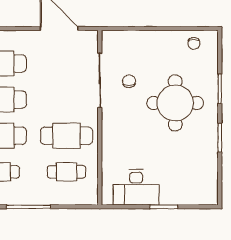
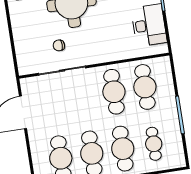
cafe table: (67, 172) -> (145, 87), width x1.37, depth x1.35

